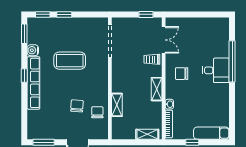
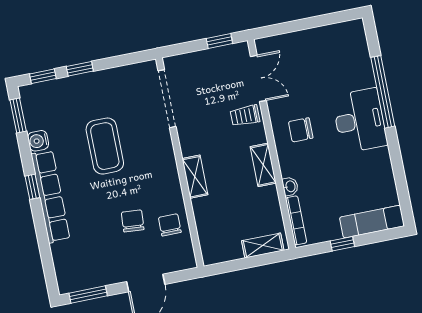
coffee table: (70, 61) -> (105, 146), turned 90
desk: (216, 70) -> (360, 121), width x1.37
shelving: (117, 105) -> (195, 177), moved

